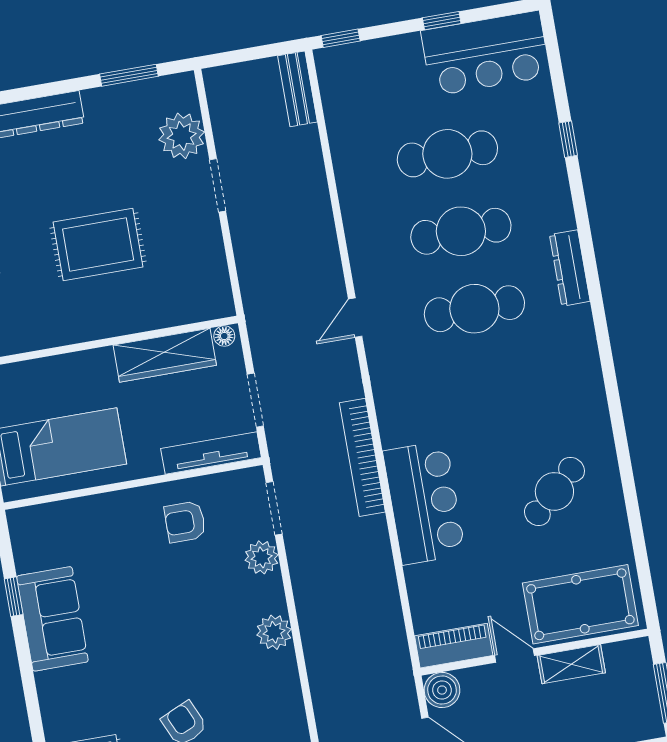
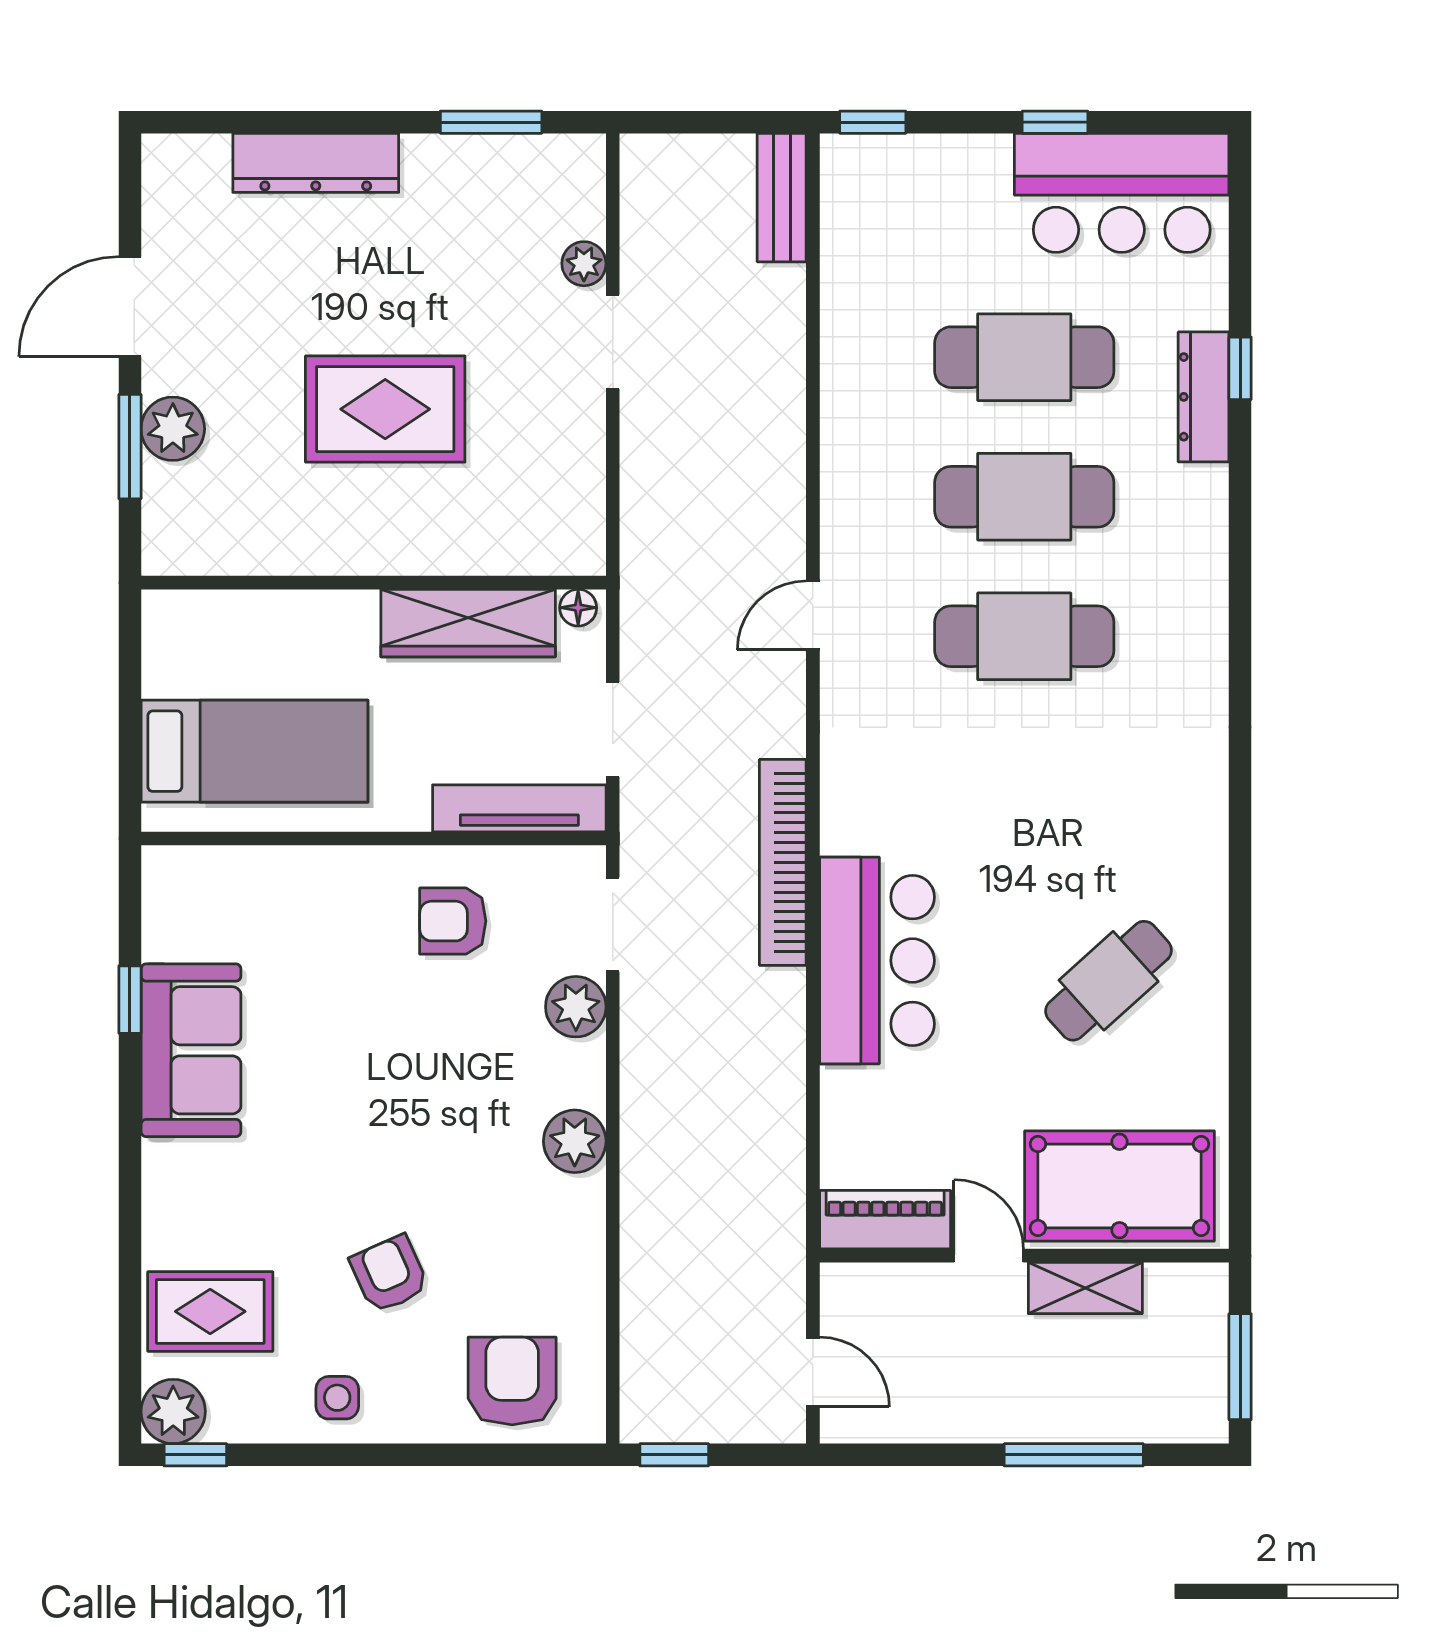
plant: (182, 136) -> (584, 264), width x0.53, depth x0.53
dresser: (570, 268) -> (1204, 397), moved
boiler: (442, 690) -> (851, 1294), removed

